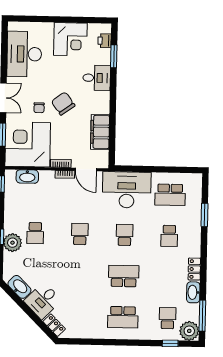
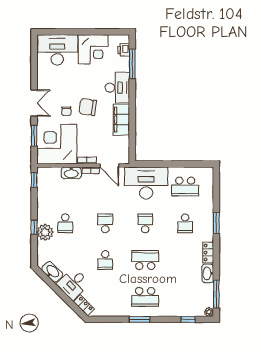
desk: (24, 54) -> (57, 50), moved, turned 90
window: (114, 56) -> (132, 64), width x1.44
desk: (97, 78) -> (117, 88), width x1.37
chair: (63, 104) -> (88, 107), turned -46
filing cabinet: (100, 132) -> (121, 120), moved
washbasin: (27, 177) -> (71, 173), moved
window: (205, 215) -> (216, 223), moved
school desk: (168, 318) -> (105, 260), moved, turned 180
plant: (189, 331) -> (209, 312), width x0.53, depth x0.53
window: (116, 342) -> (140, 319), added

